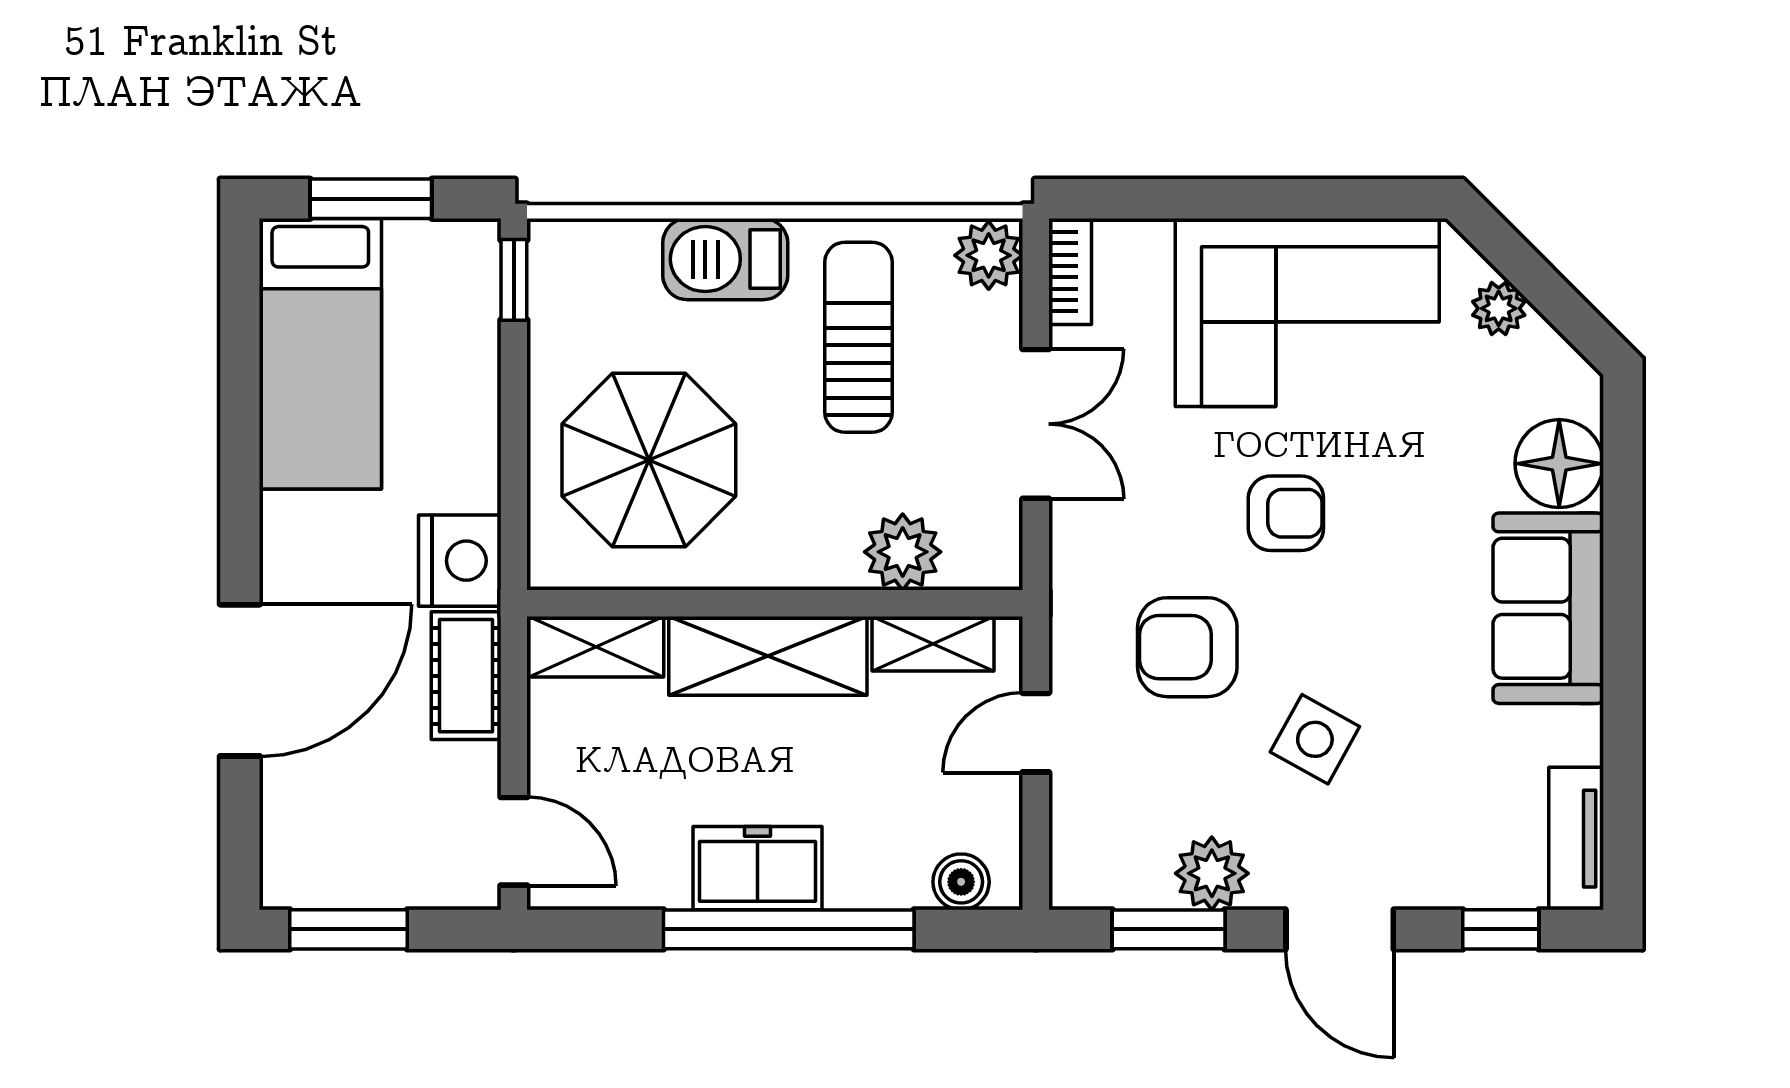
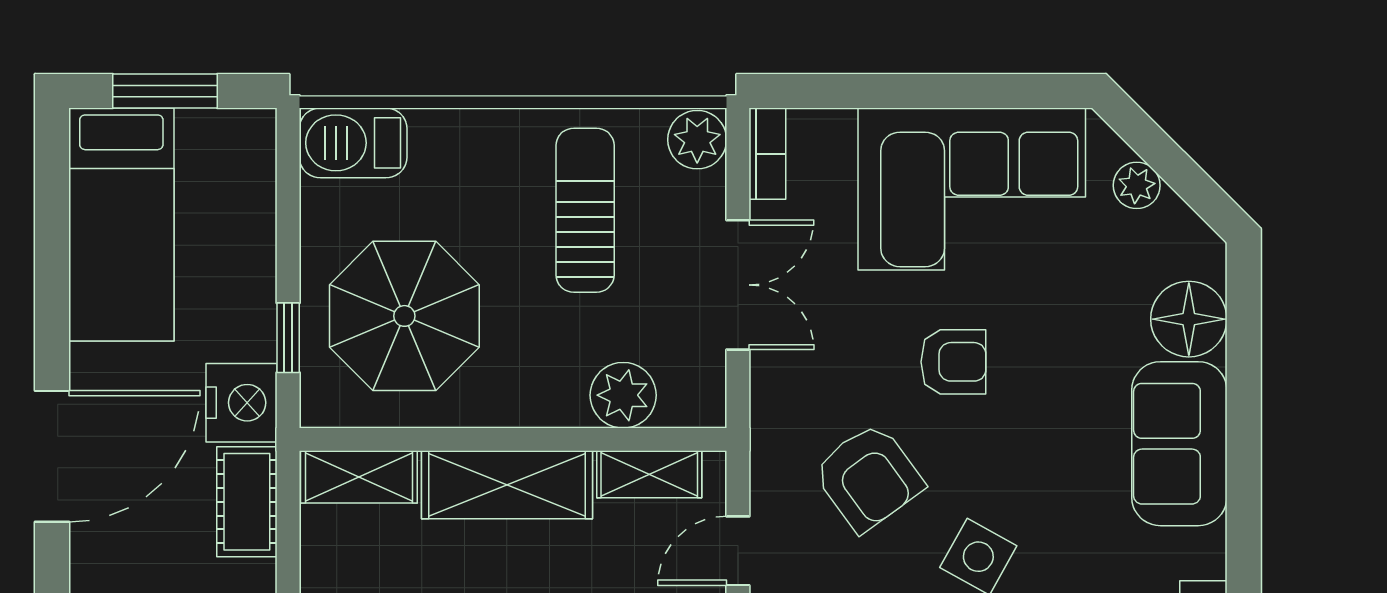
barbecue: (725, 259) -> (353, 143), moved
window: (514, 280) -> (288, 338), moved
armchair: (1187, 647) -> (868, 477), turned -126
door: (240, 680) -> (52, 456), moved

